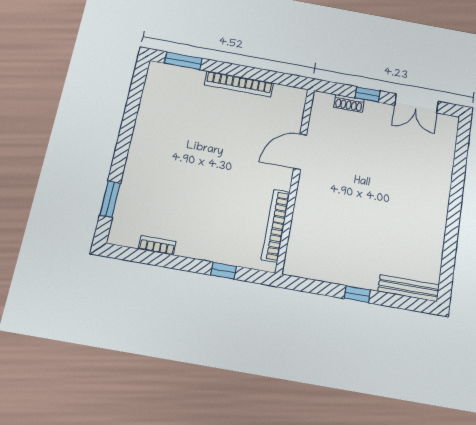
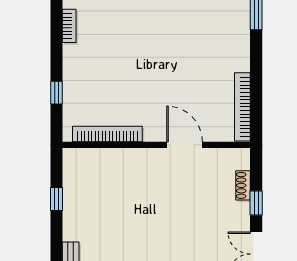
bookcase: (239, 84) -> (242, 107), moved
window: (357, 294) -> (57, 199), moved

